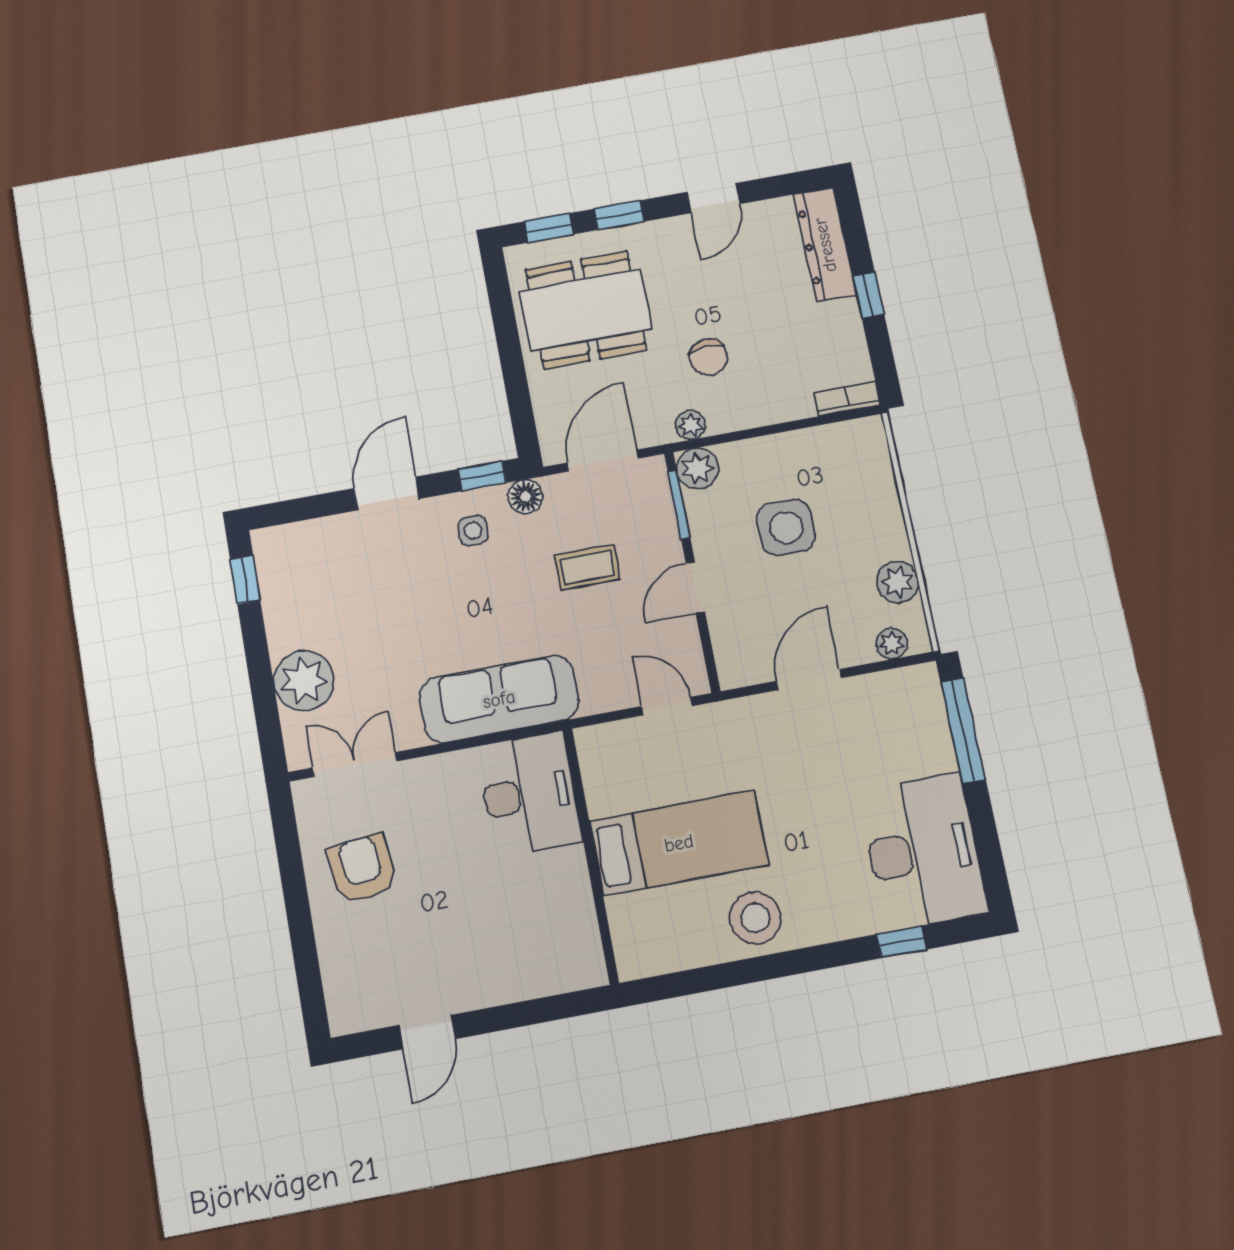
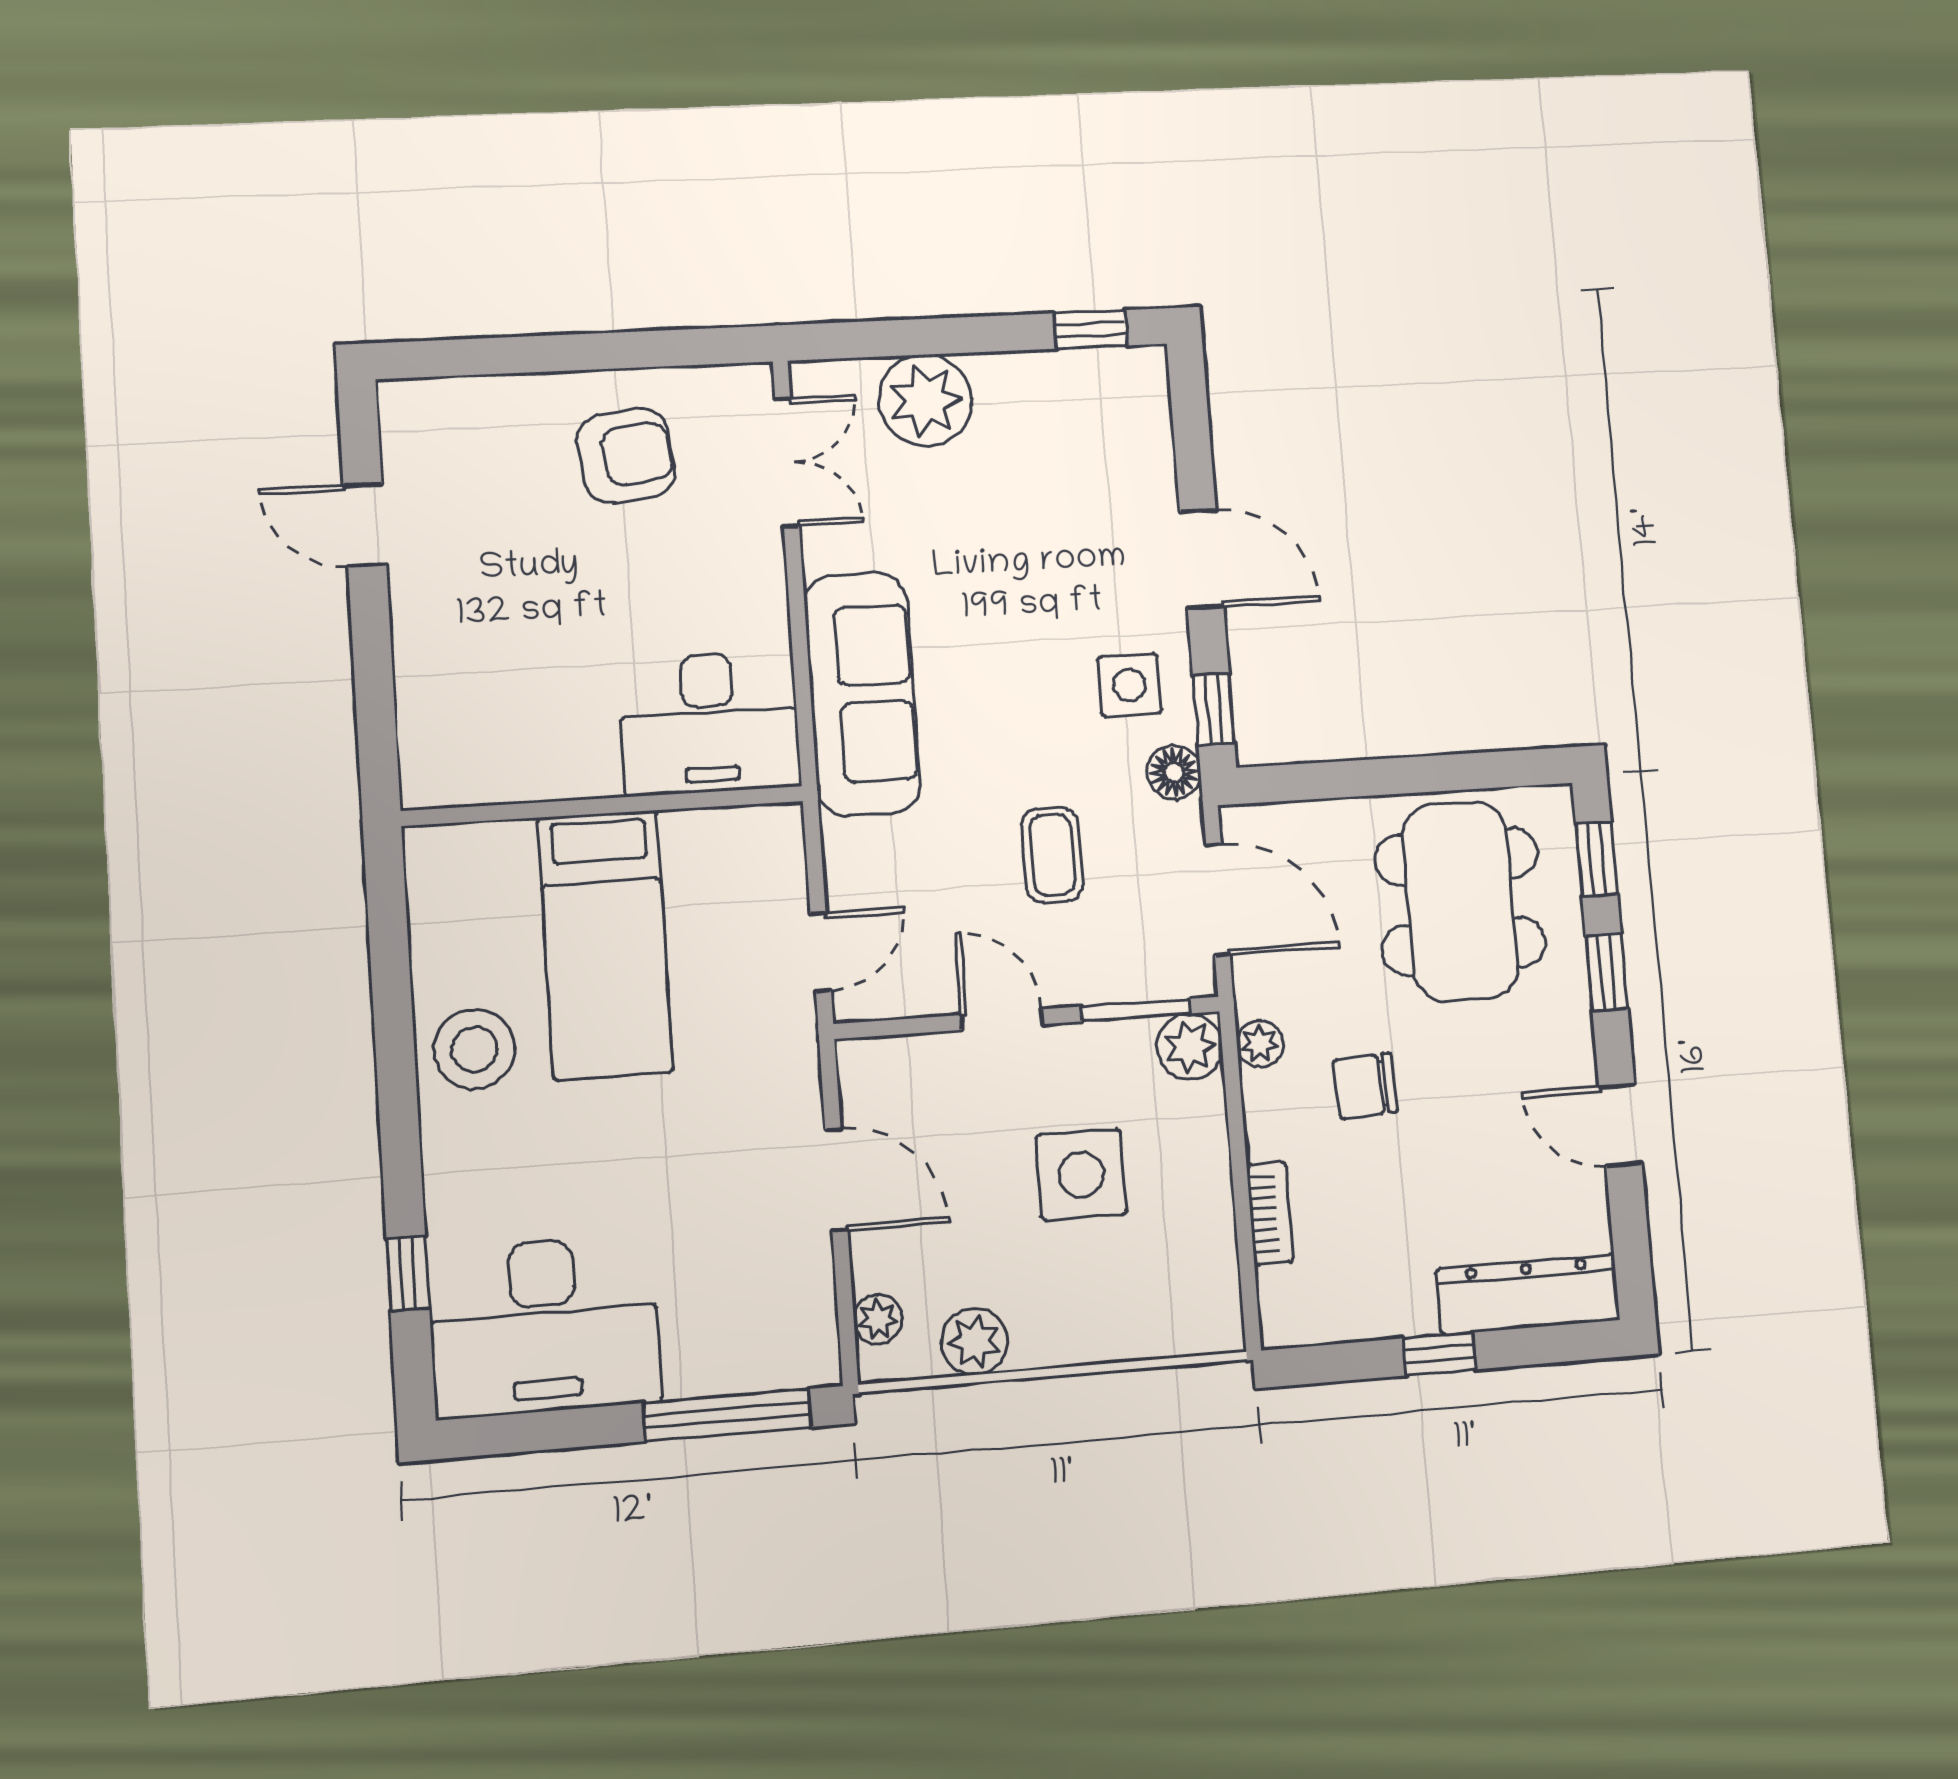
bookcase: (847, 399) -> (1270, 1213), moved
side table: (473, 531) -> (1129, 685), width x1.37, depth x1.37

